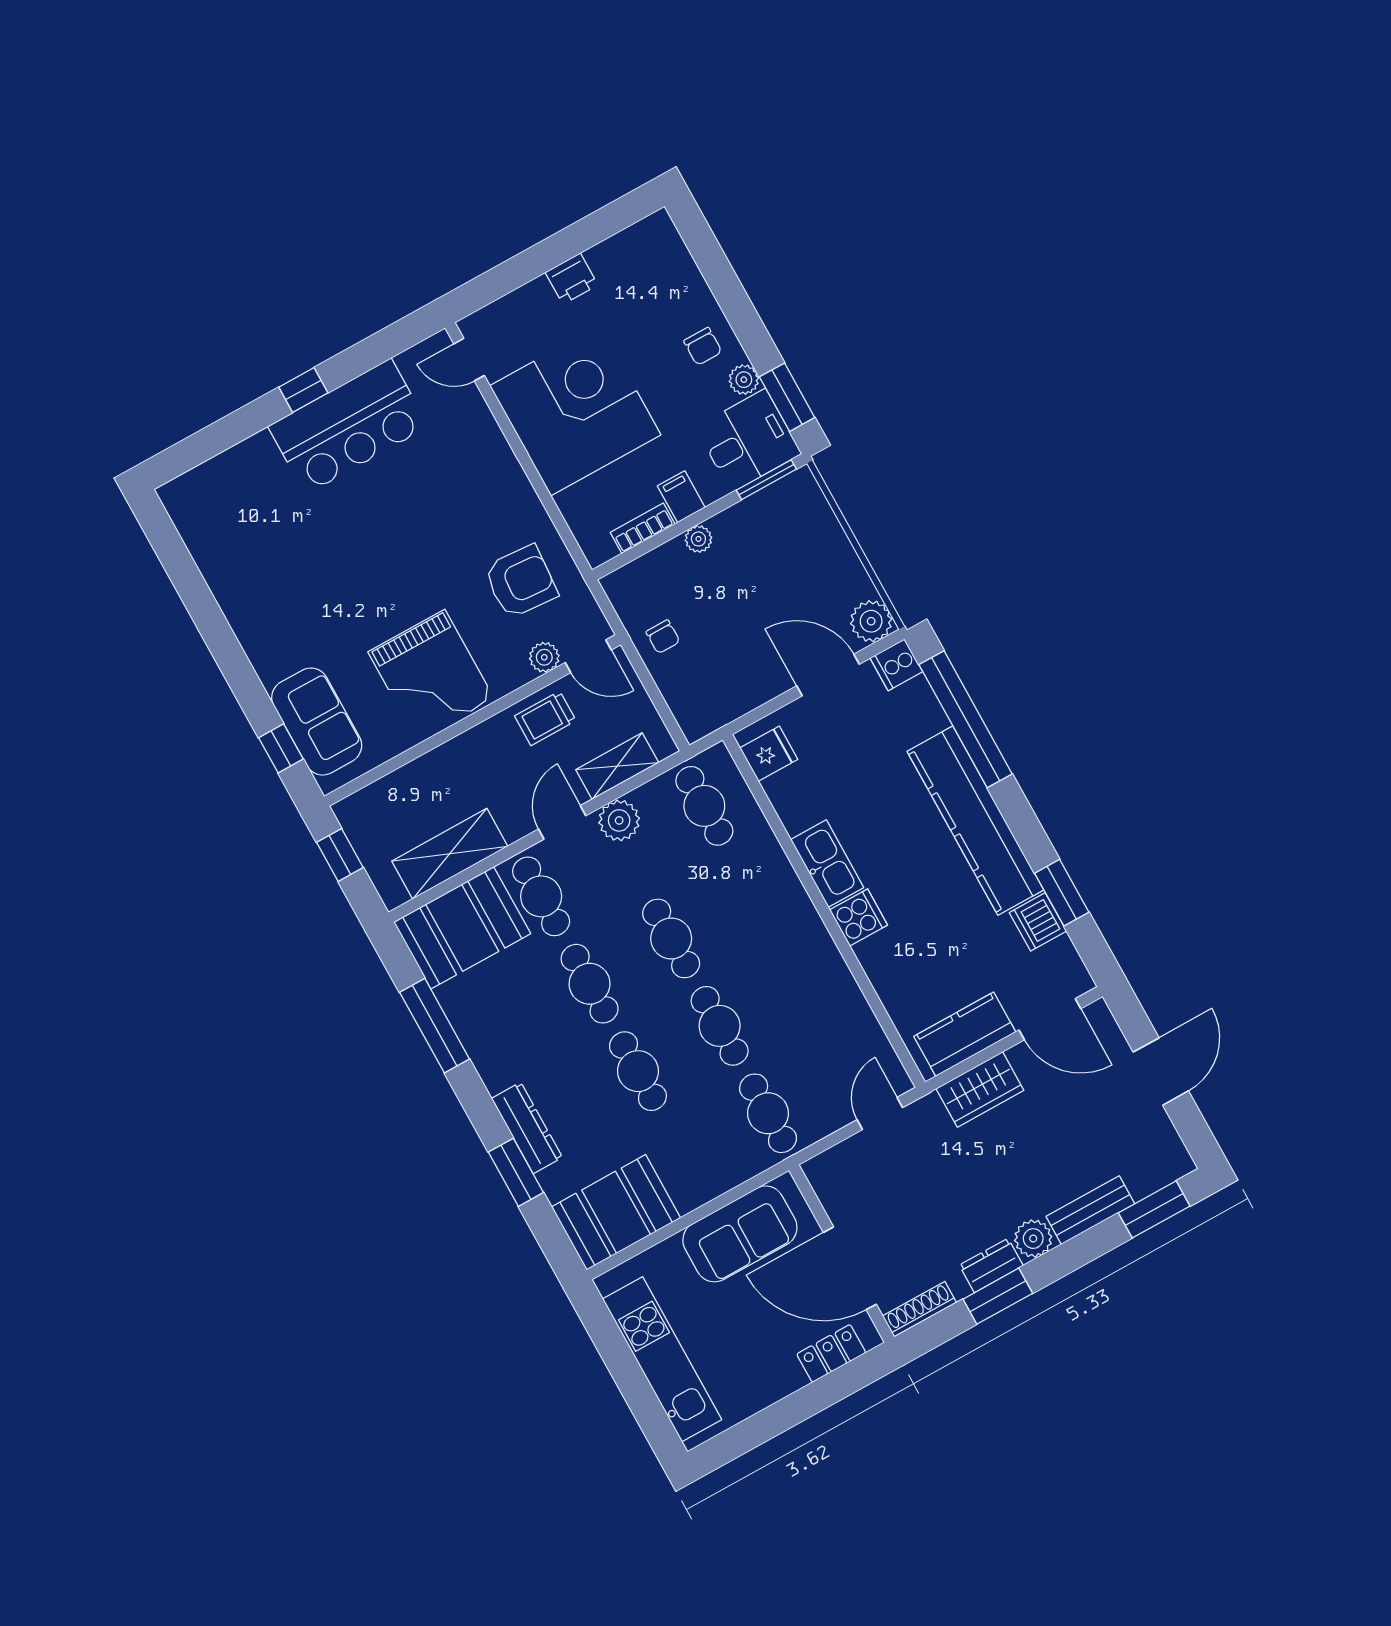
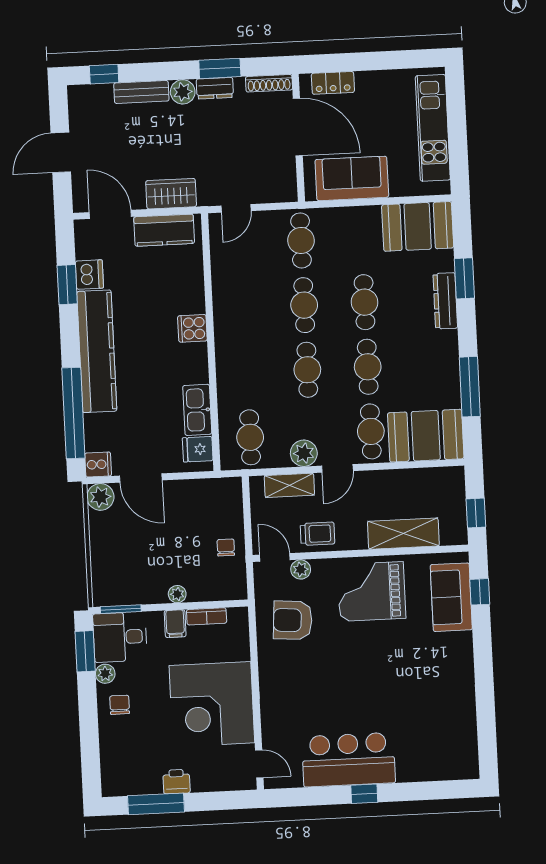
window: (585, 234) -> (156, 804), added
grand piano: (431, 675) -> (372, 592), turned -90
shelving: (450, 854) -> (403, 534), moved
kitchen sink: (827, 864) -> (197, 410), moved
window: (1154, 1209) -> (104, 74), width x0.67

